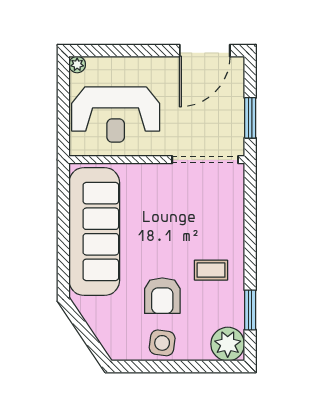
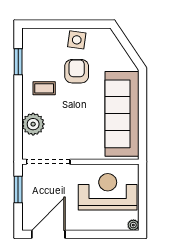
plant: (228, 344) -> (33, 124), moved

